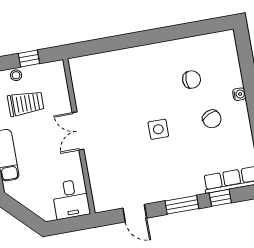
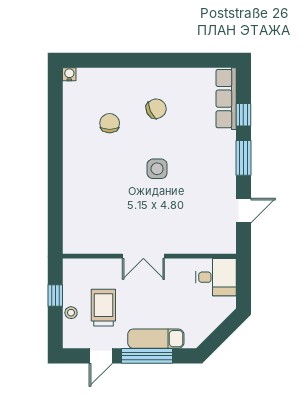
water cooler: (239, 94) -> (69, 74), moved

